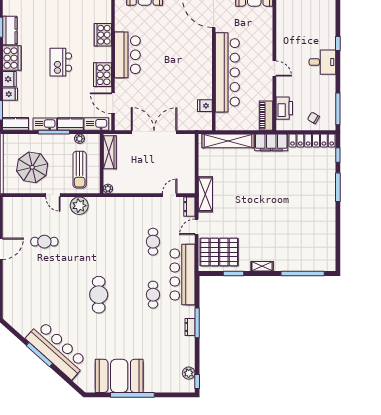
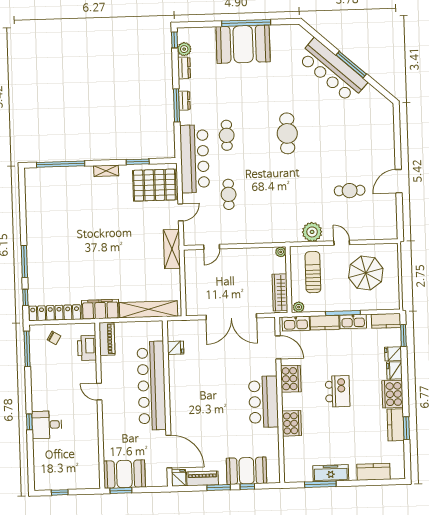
desk: (322, 62) -> (47, 425), moved
plant: (80, 139) -> (299, 307), moved
dresser: (189, 207) -> (184, 68), moved
booth: (119, 376) -> (243, 44), moved

